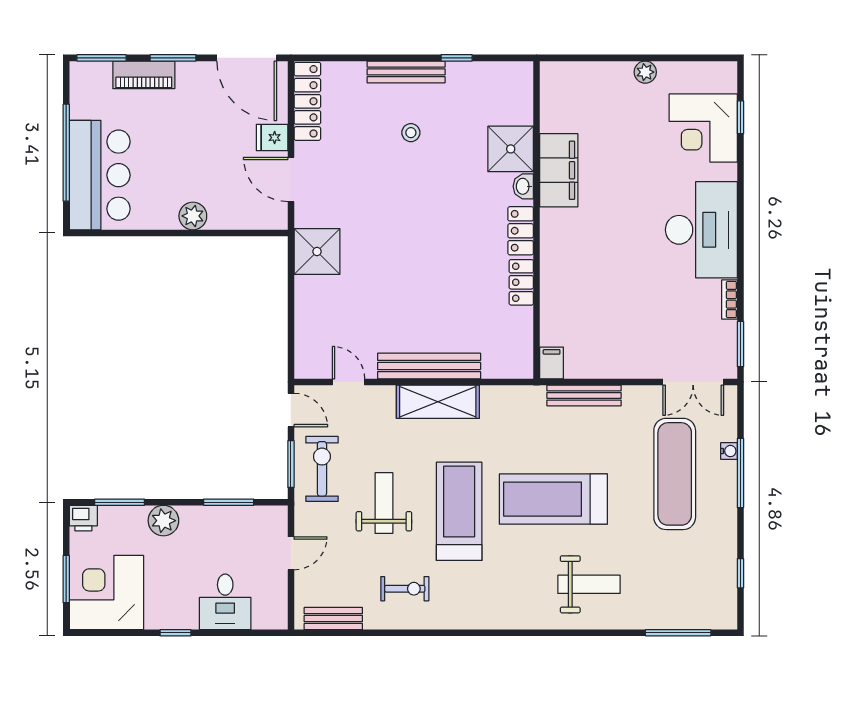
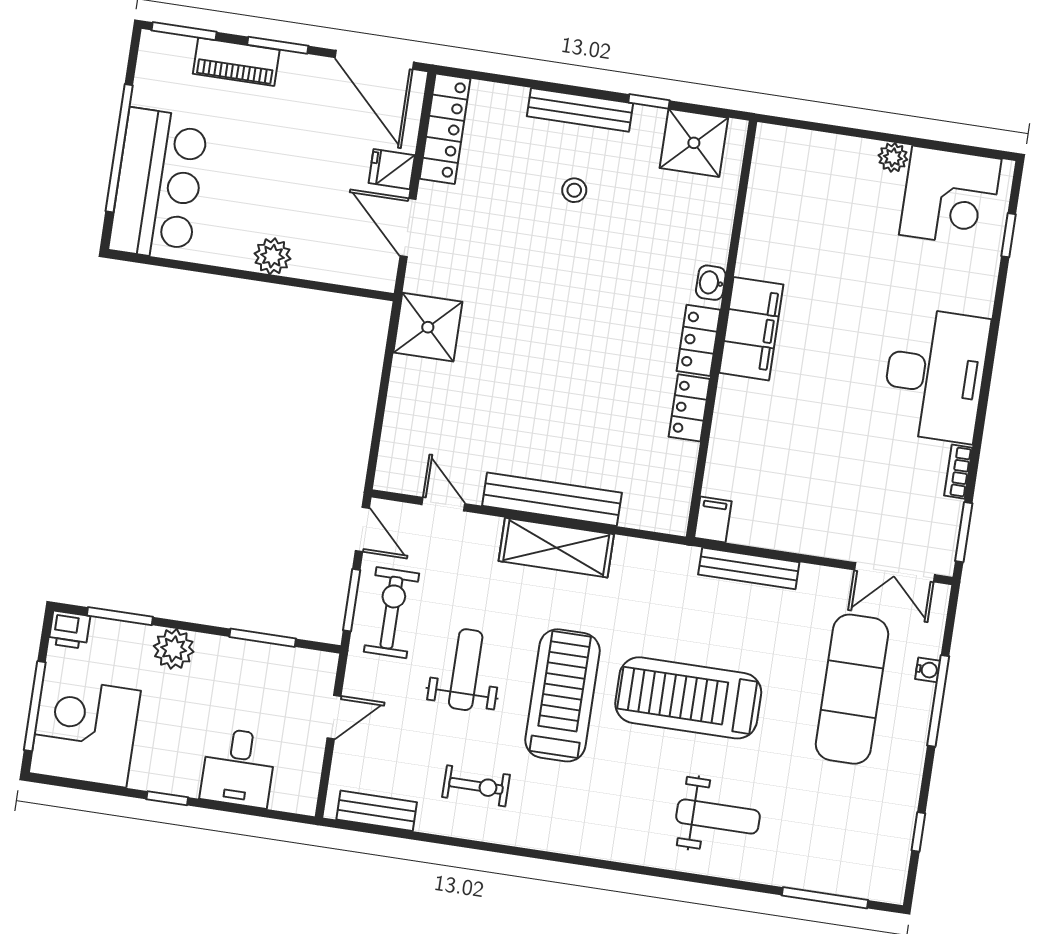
corner desk: (703, 128) -> (950, 197), moved, turned -90
shower: (511, 149) -> (694, 143), moved
filing cabinet: (559, 170) -> (751, 329), moved
window: (66, 579) -> (35, 706), width x1.44

